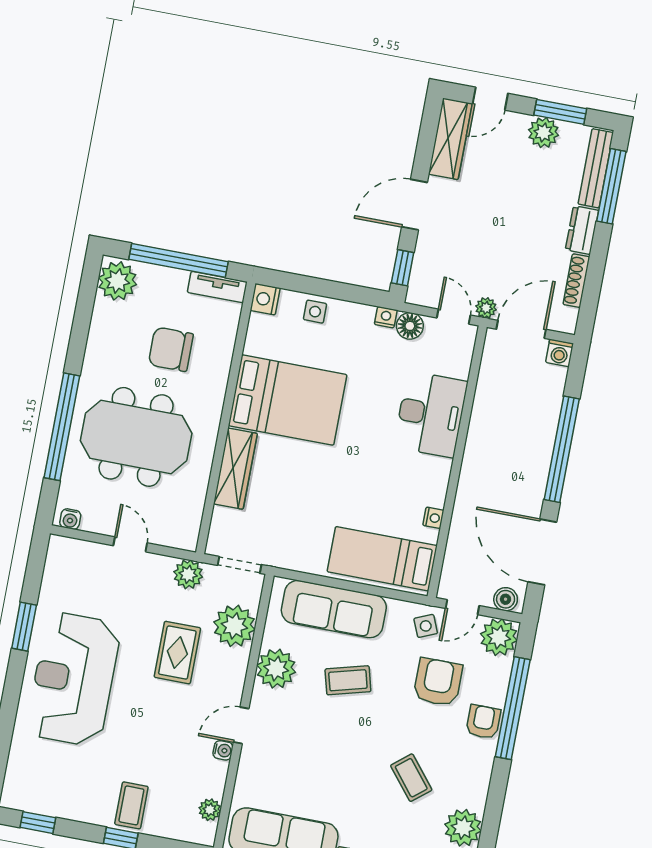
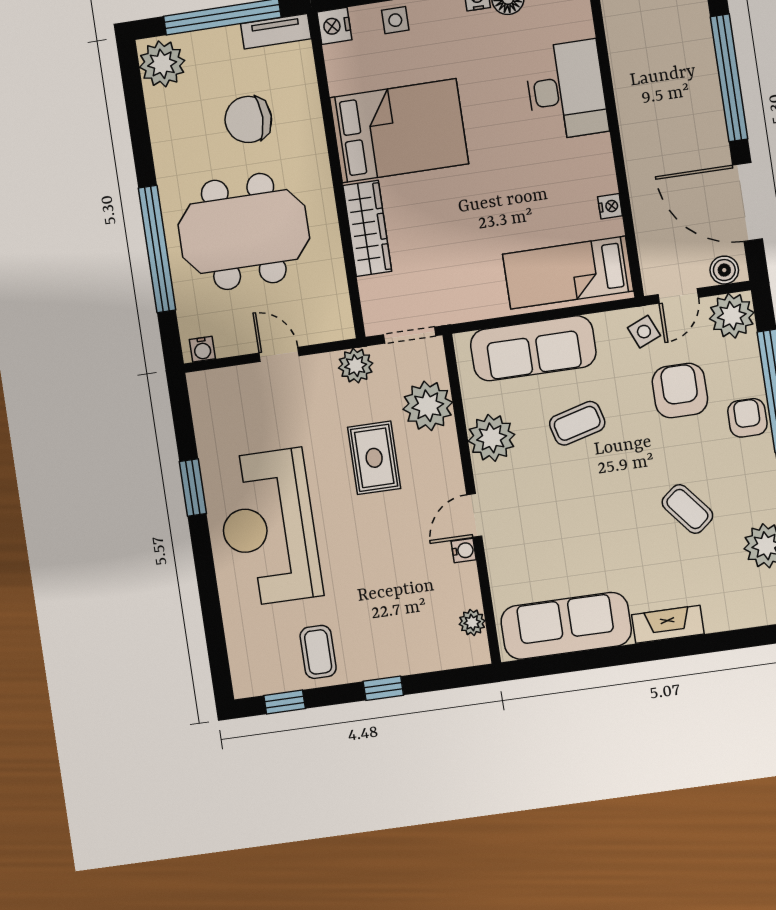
coffee table: (131, 805) -> (318, 652), moved

